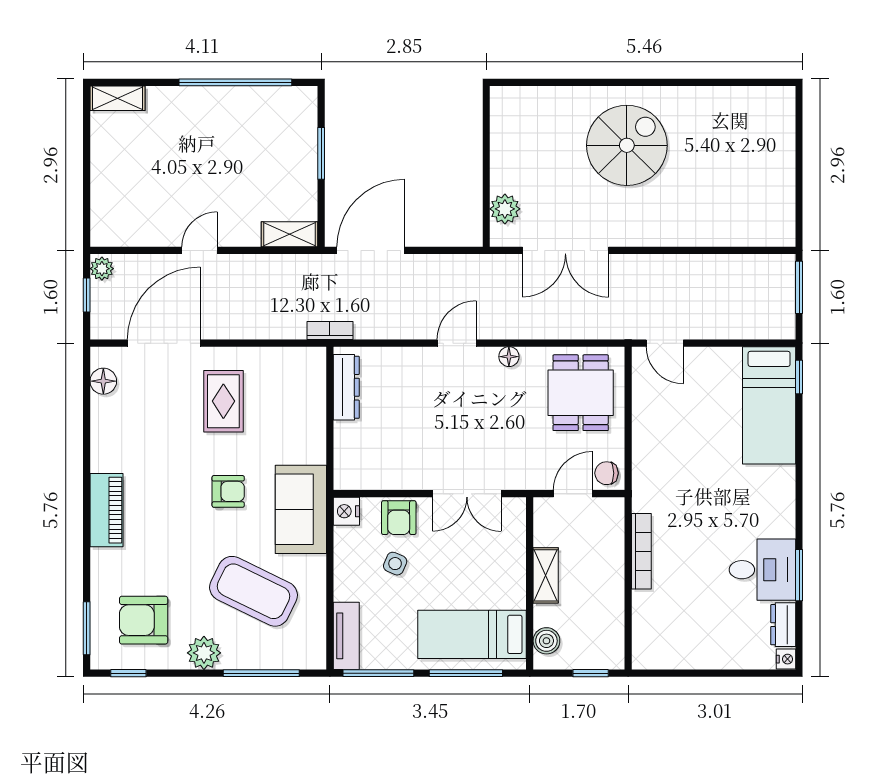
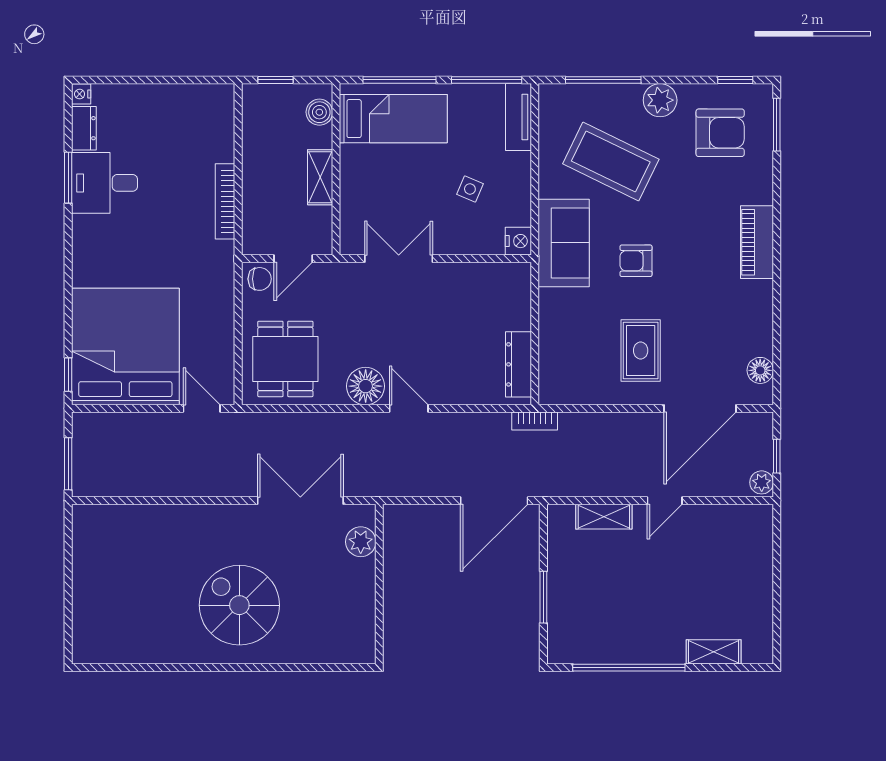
shelving: (118, 98) -> (714, 652), moved
spiral stairs: (627, 145) -> (239, 605), turned 90
shelving: (290, 234) -> (604, 517), moved
door: (457, 343) -> (409, 408), swing flipped
floor lamp: (509, 357) -> (366, 386), width x1.89, depth x1.89
bed: (769, 405) -> (125, 346), width x2.04
armchair: (399, 518) -> (466, 235), removed

